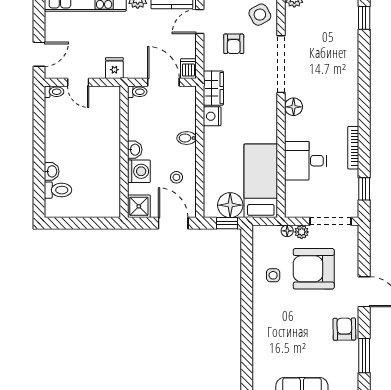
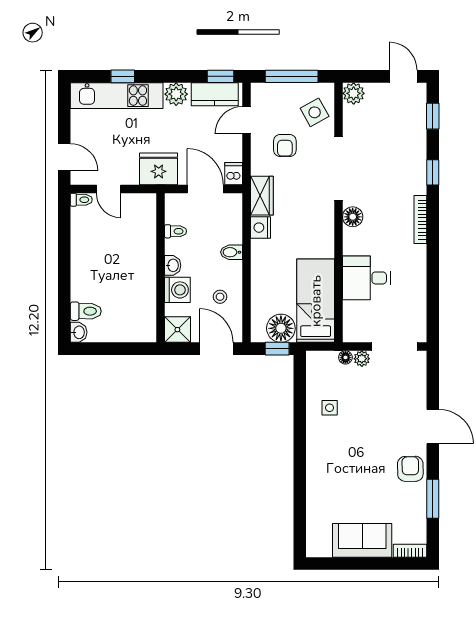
door: (39, 54) -> (64, 157), hinge flipped
fridge: (114, 68) -> (159, 169), width x1.88, depth x1.34
toilet: (137, 92) -> (175, 231), moved
bookcase: (353, 148) -> (420, 220), moved
washbasin: (52, 171) -> (79, 332), moved
window: (364, 189) -> (433, 172), moved
armchair: (314, 269) -> (376, 400), removed

